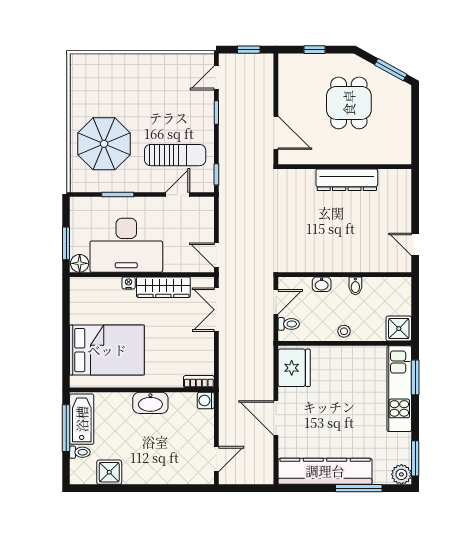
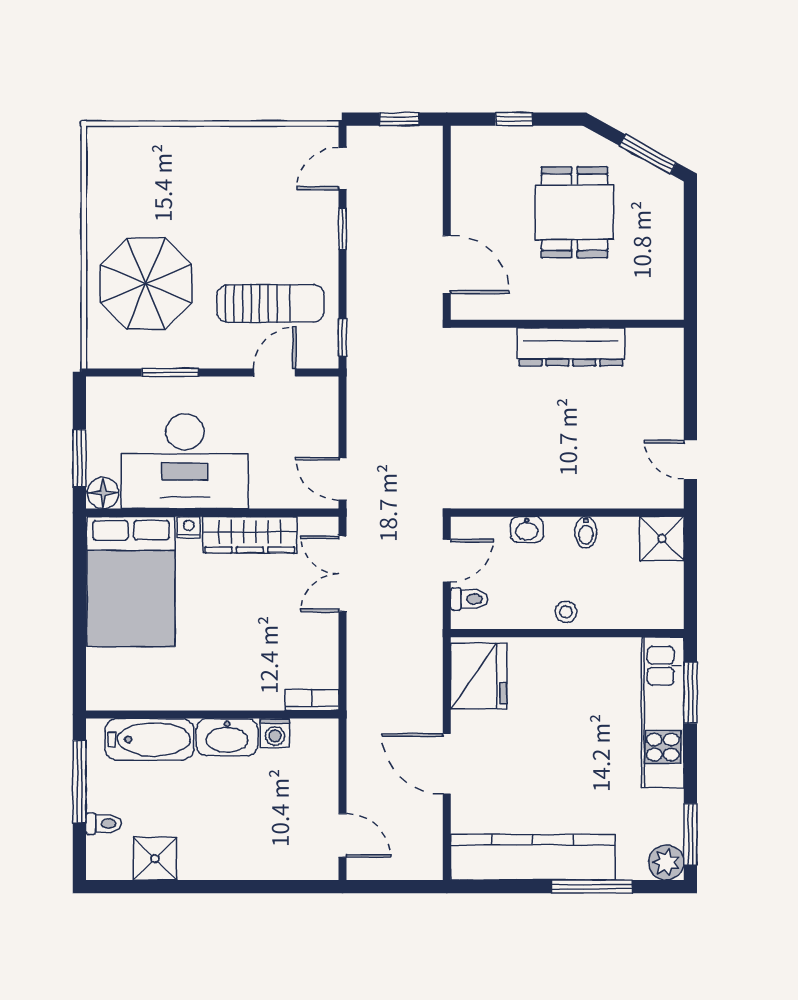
shower: (399, 329) -> (662, 539), moved
bed: (107, 350) -> (131, 582), moved, turned 90
washing machine: (206, 401) -> (275, 733), moved, turned -90
bathtub: (82, 419) -> (149, 739), moved, turned 90
door: (216, 459) -> (343, 835), hinge flipped

